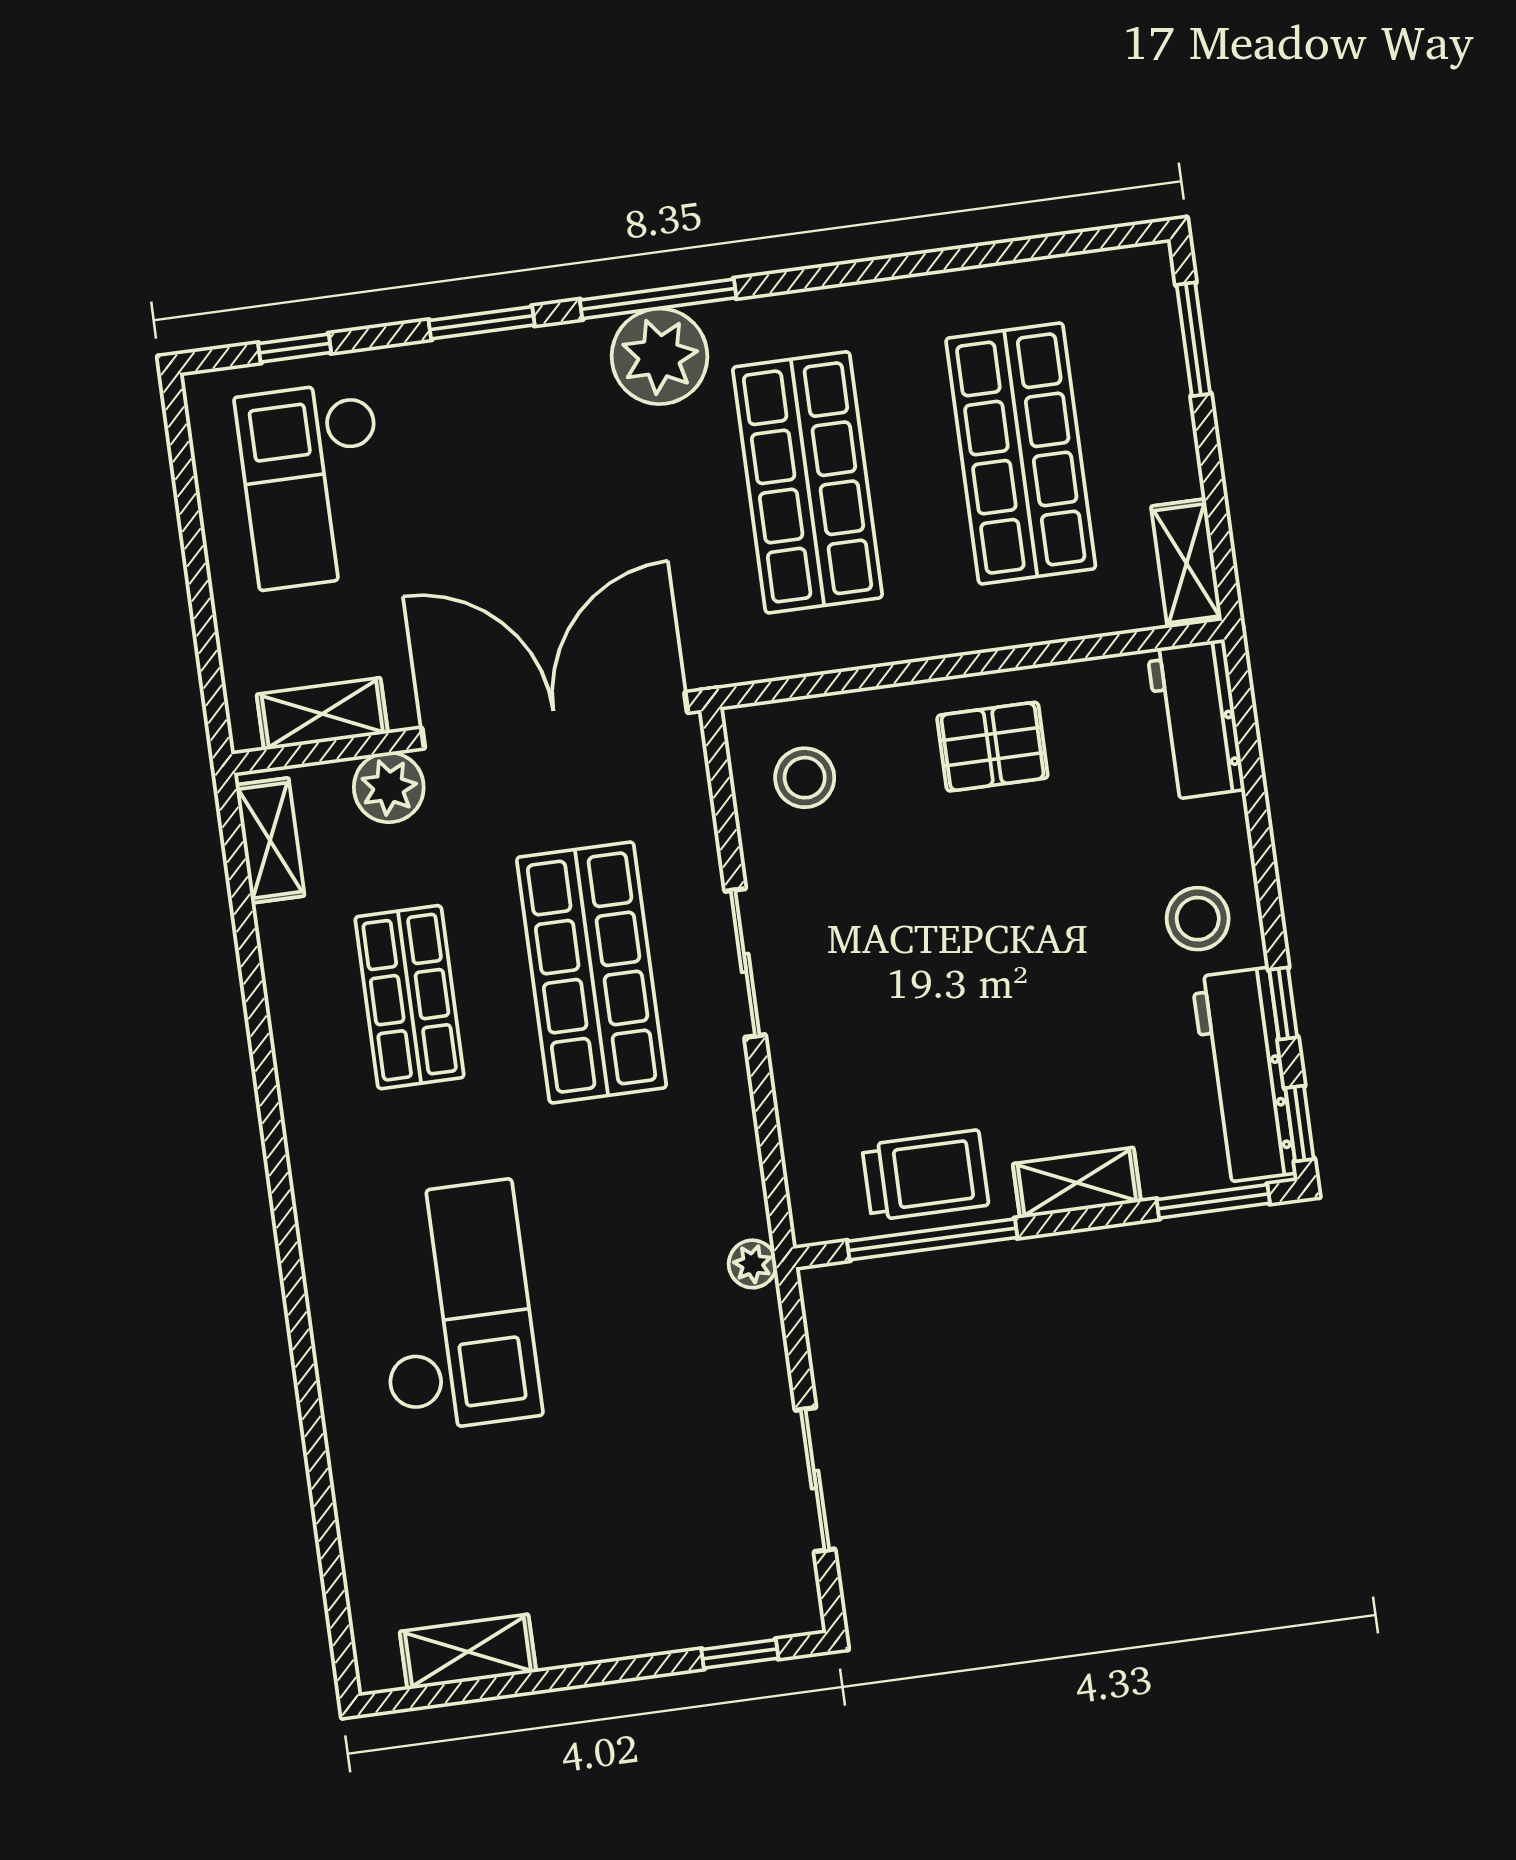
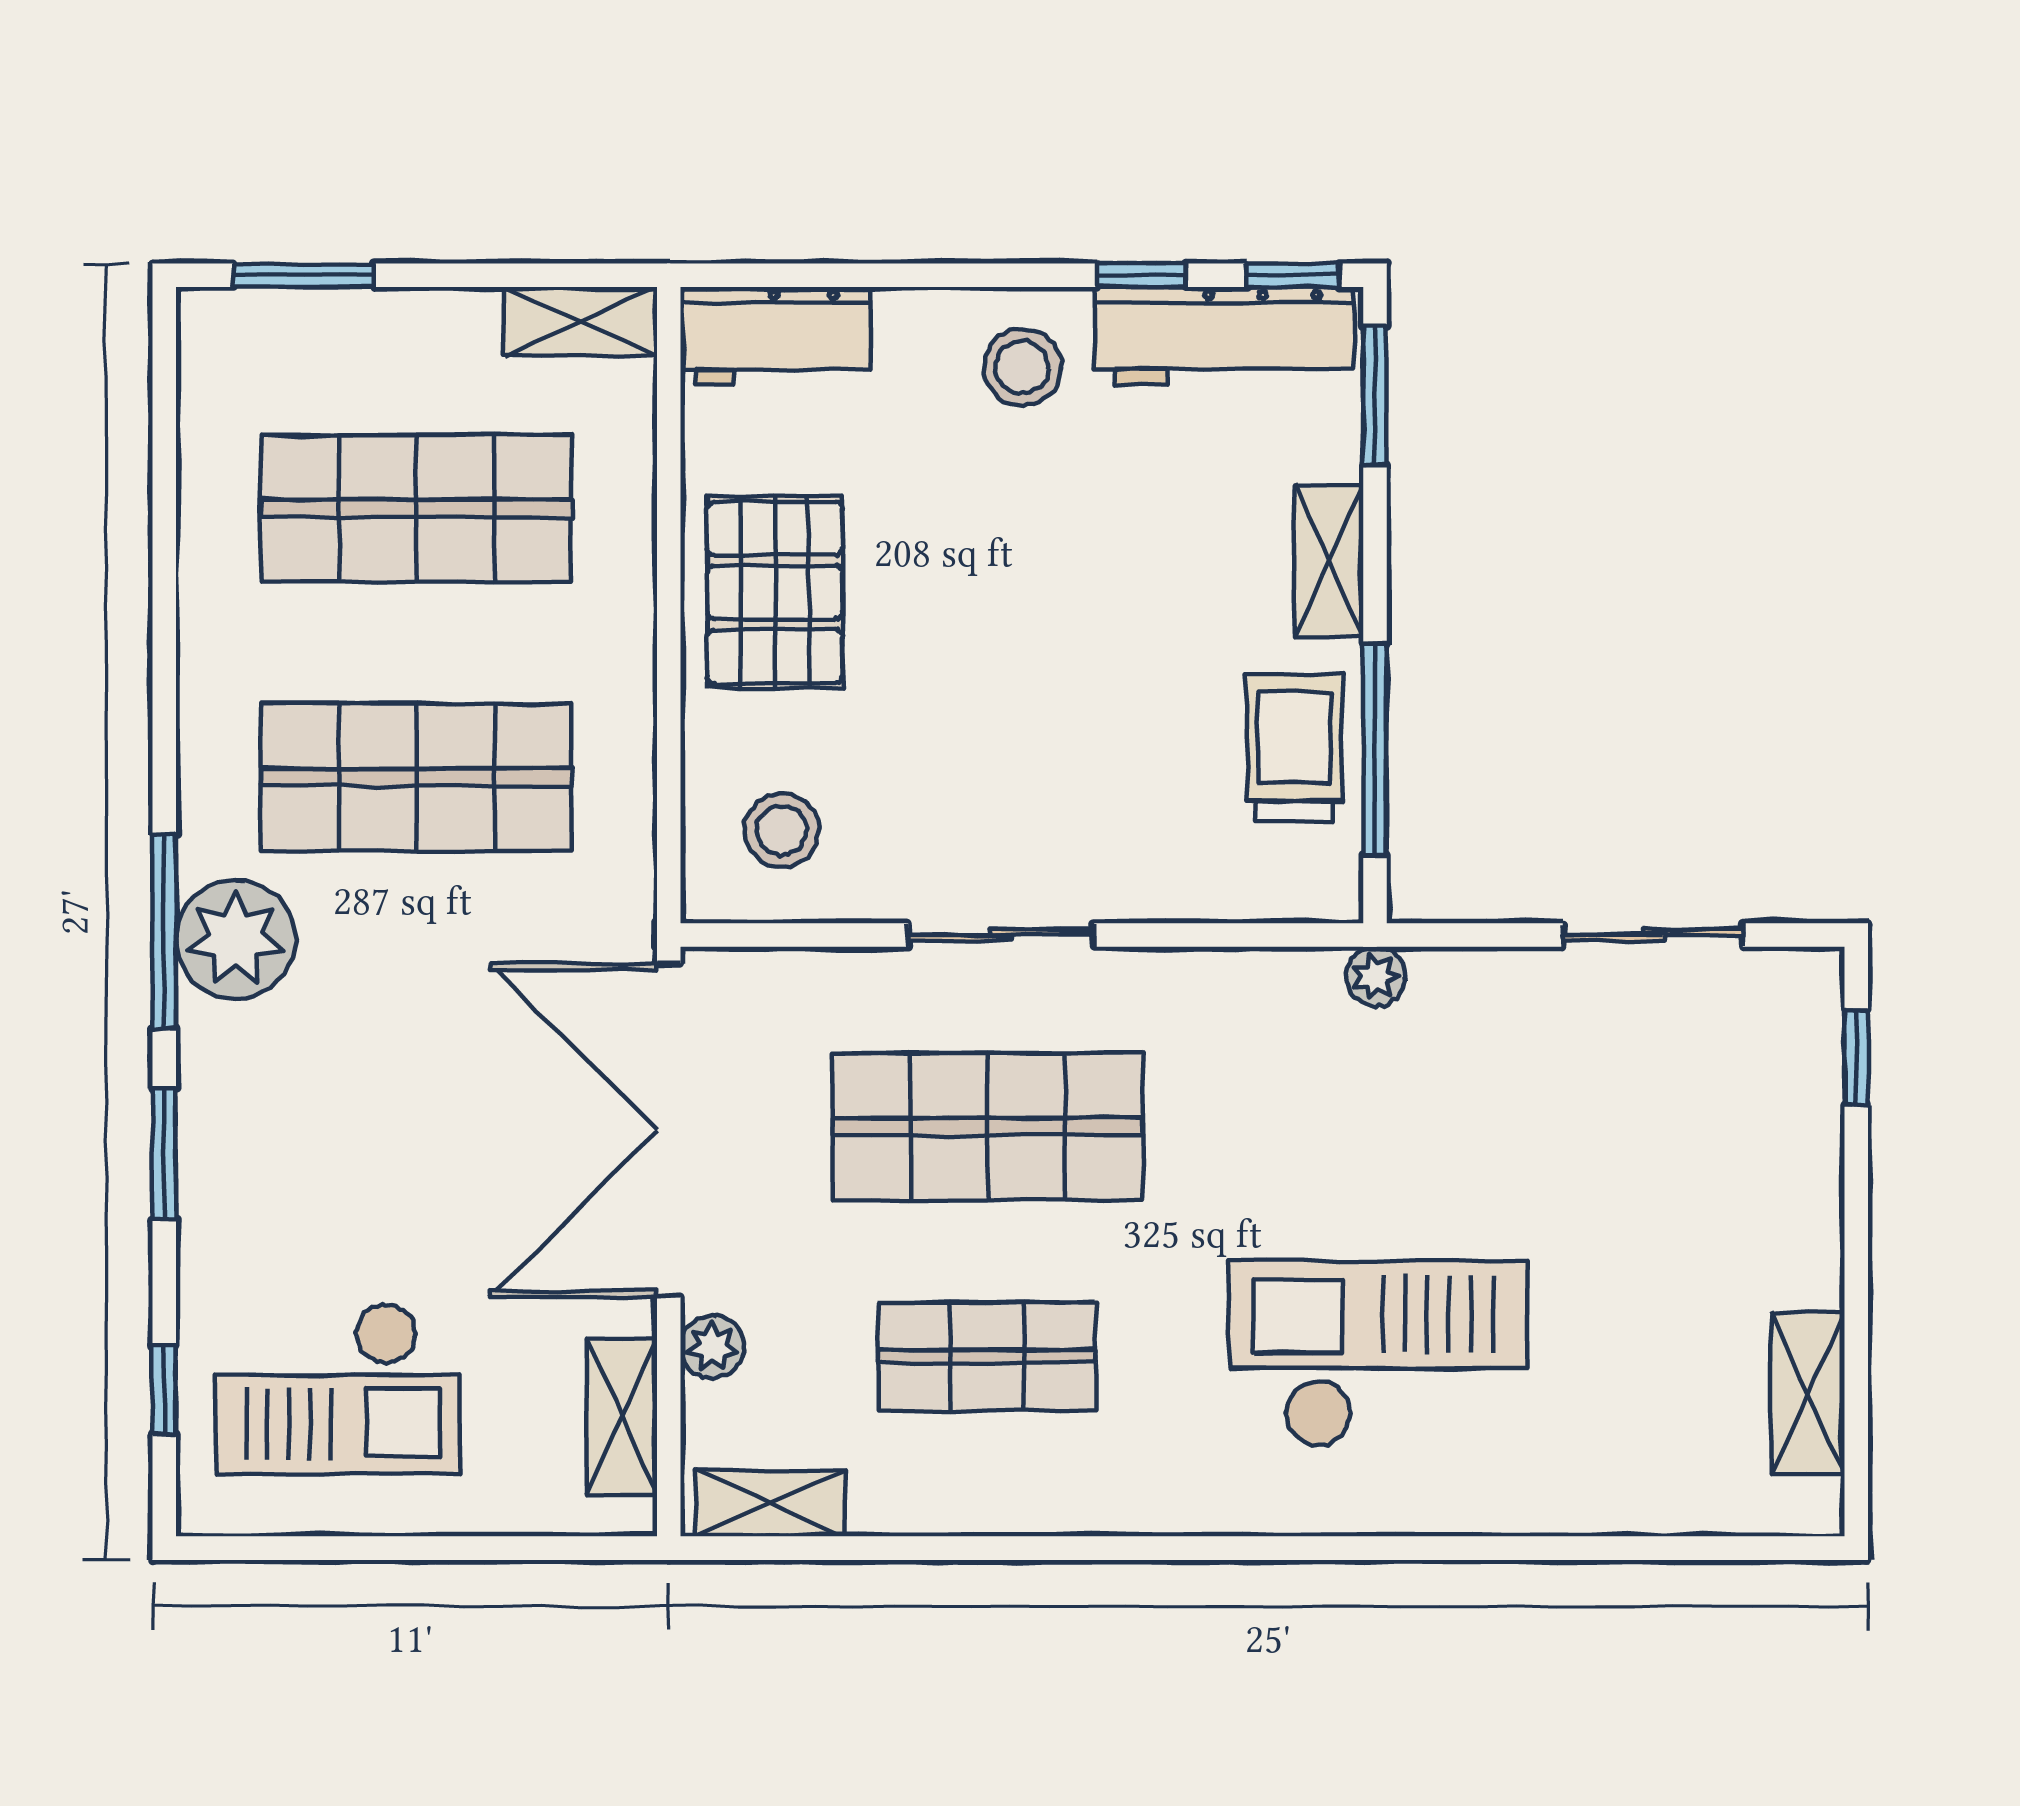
pallet: (992, 747) -> (775, 592), width x1.50, depth x1.42
plant: (389, 787) -> (712, 1347), width x0.73, depth x0.73

